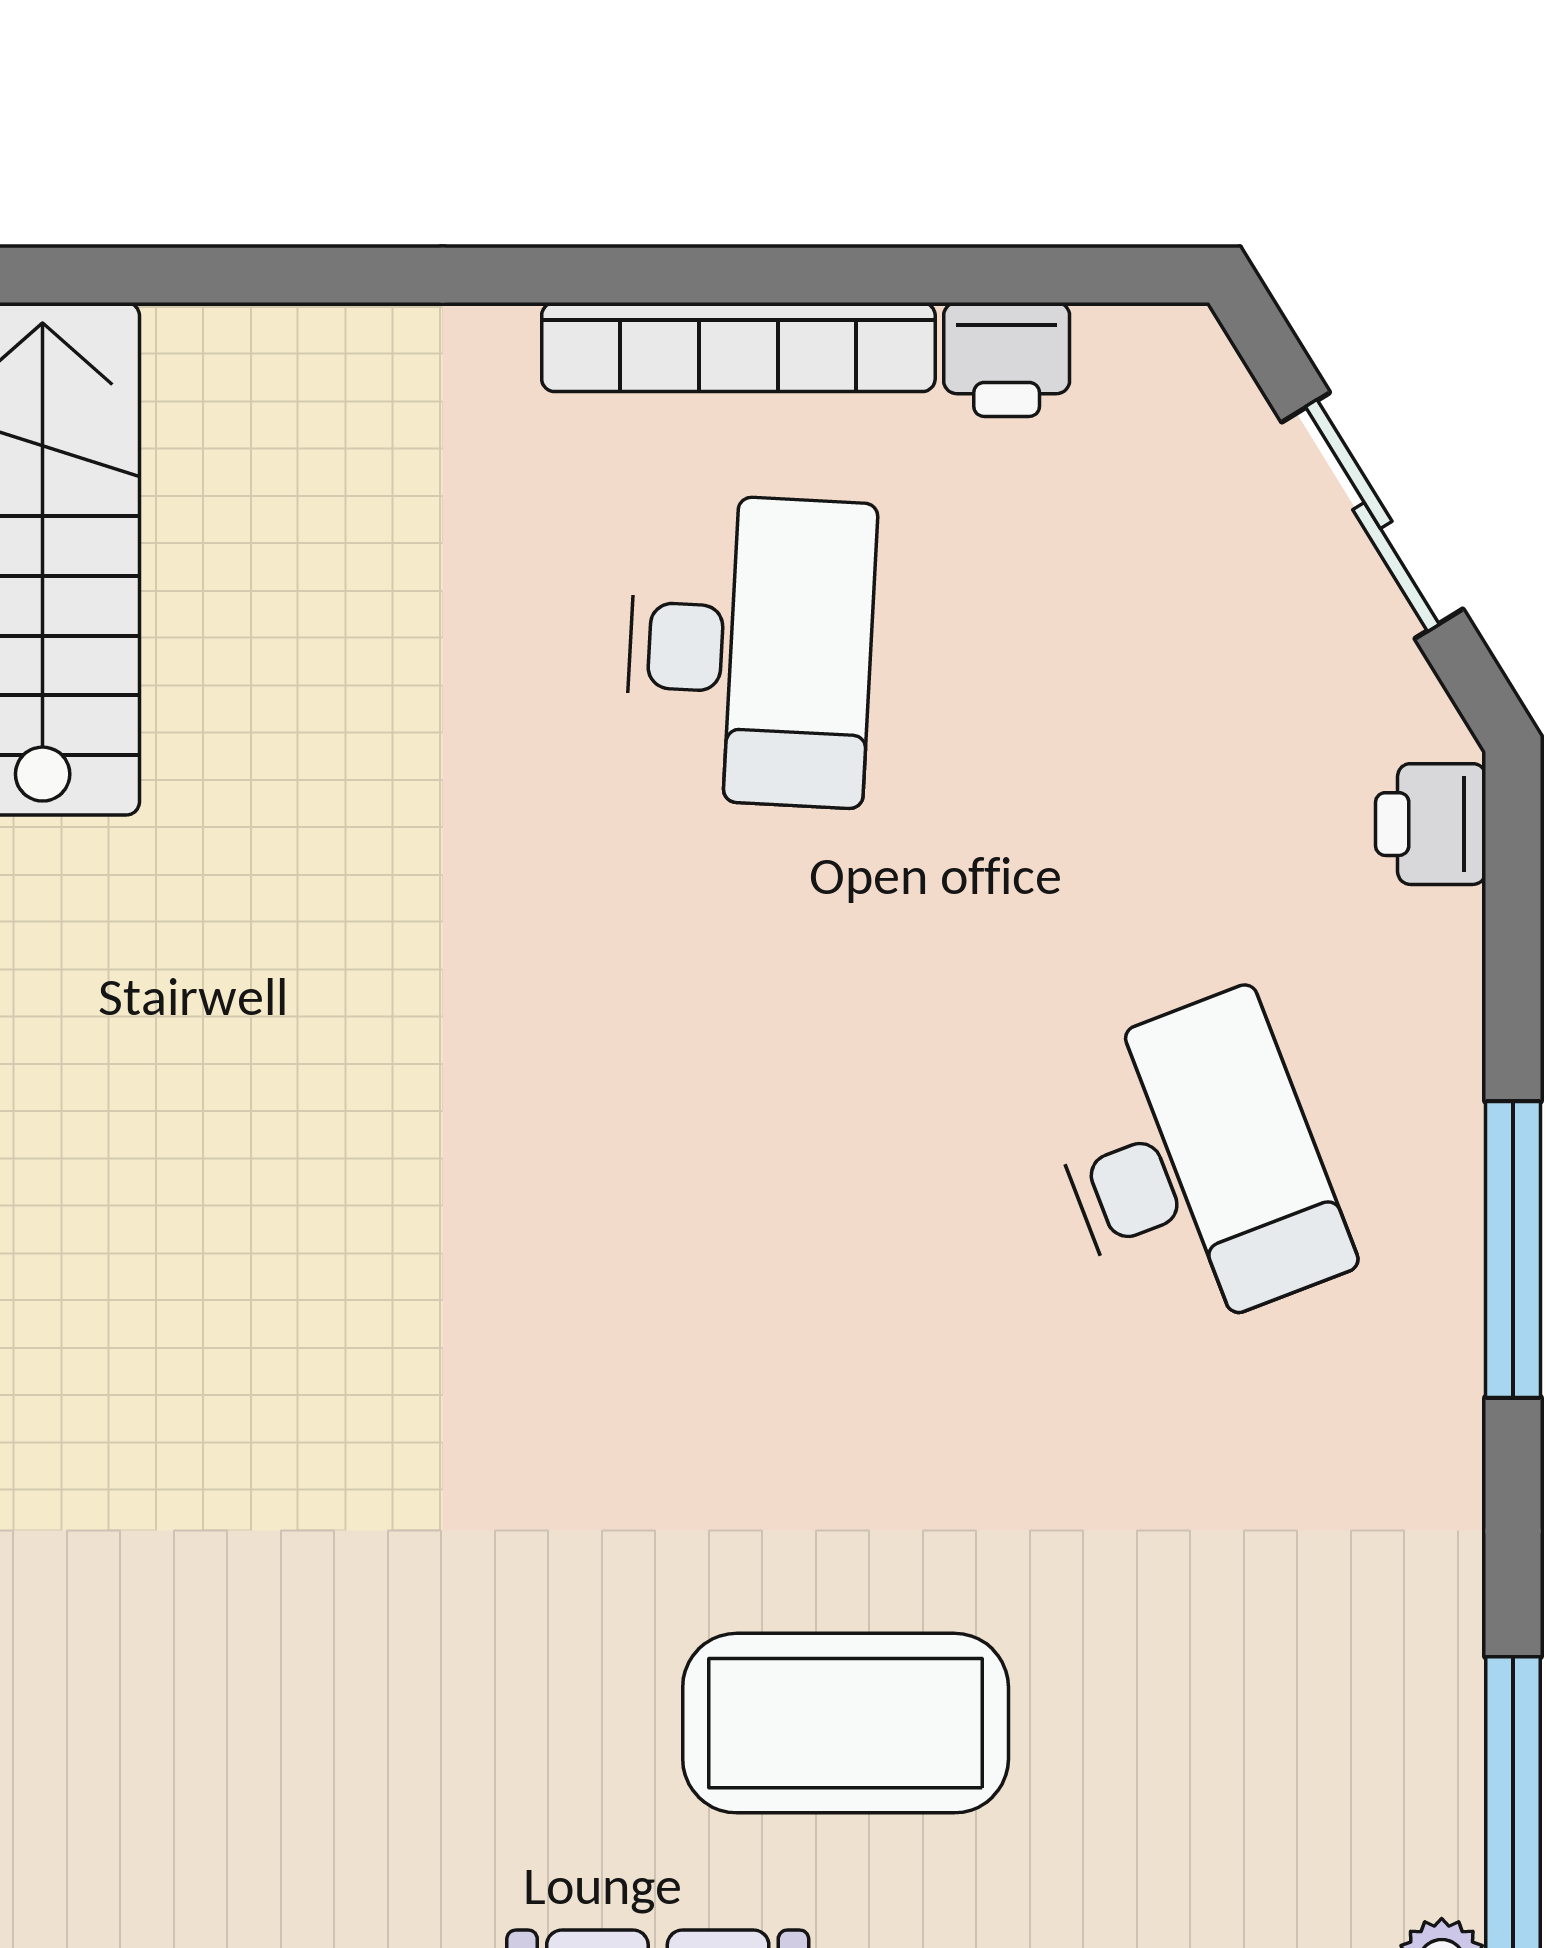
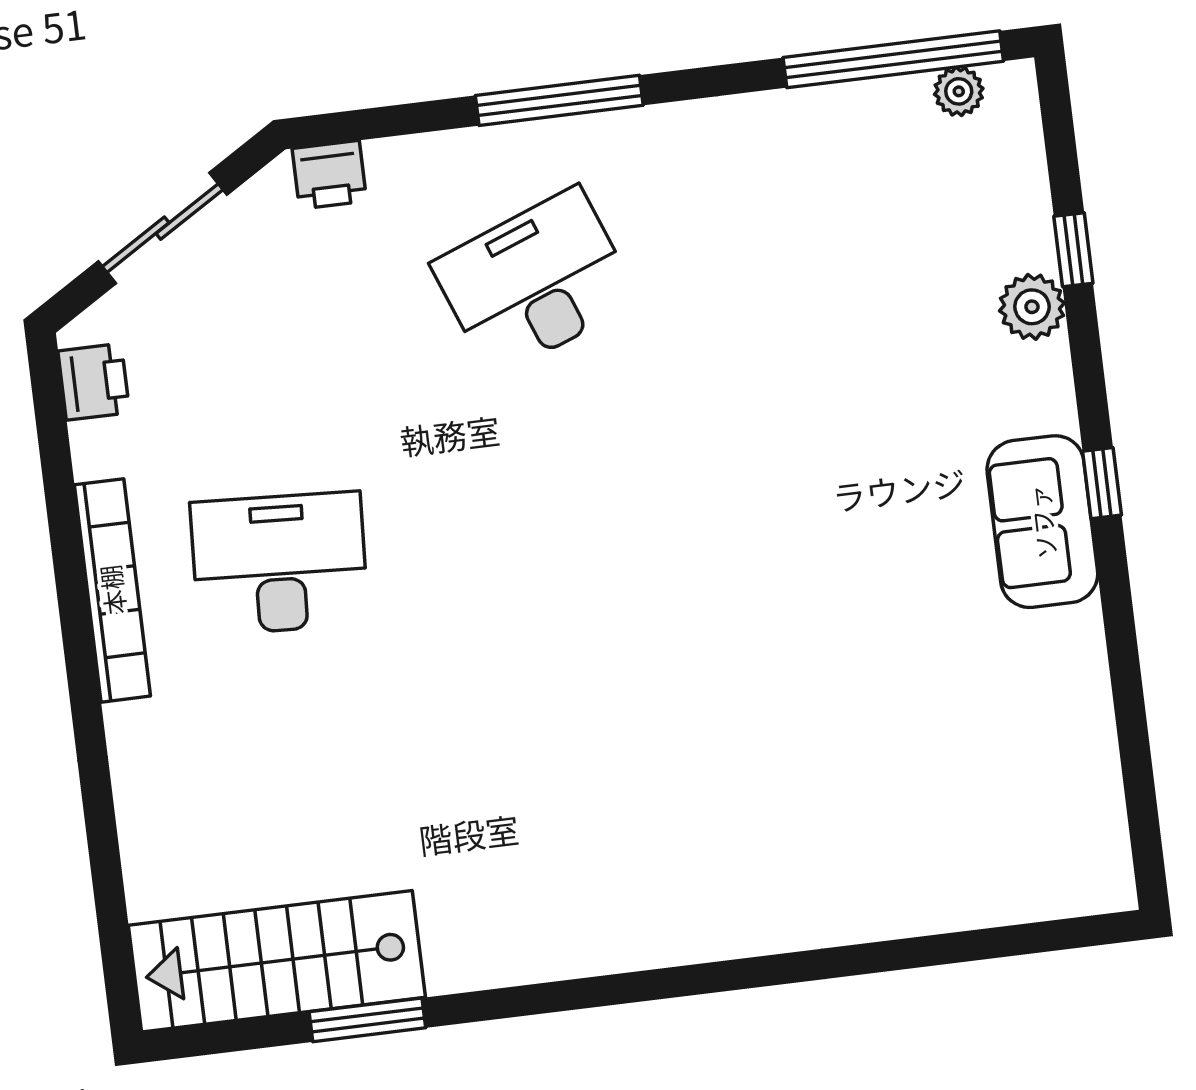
printer: (1007, 360) -> (94, 382), moved
coffee table: (846, 1723) -> (867, 438), removed

